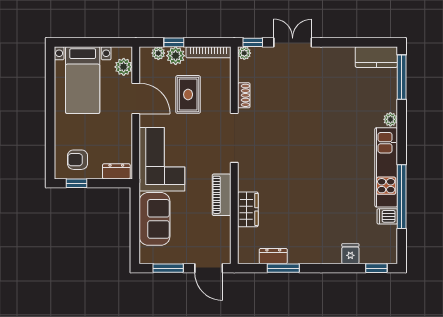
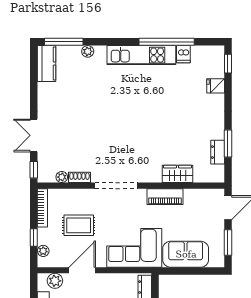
plant: (244, 53) -> (62, 177), moved
plant: (176, 56) -> (45, 236), removed
plant: (390, 119) -> (88, 51), moved

